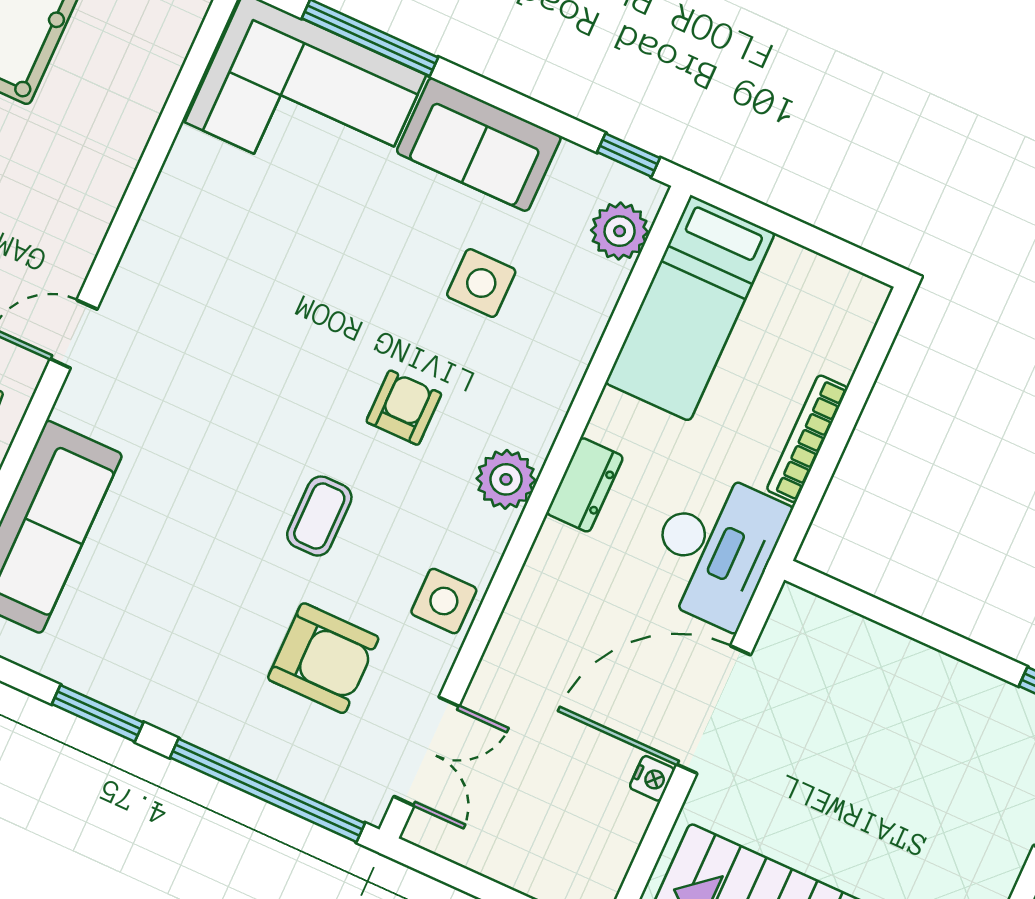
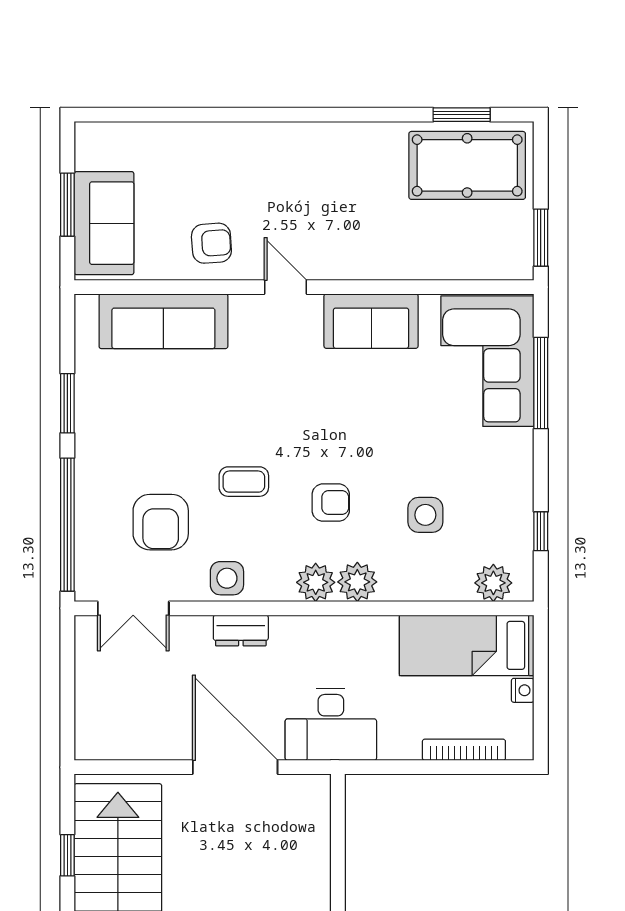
sofa: (479, 144) -> (371, 321), moved, turned -90
window: (629, 155) -> (541, 531), moved
plant: (532, 421) -> (357, 582), added
bookcase: (807, 439) -> (464, 750), moved
dresser: (585, 485) -> (241, 631), moved
nightstand: (652, 778) -> (523, 690), moved, turned -90

